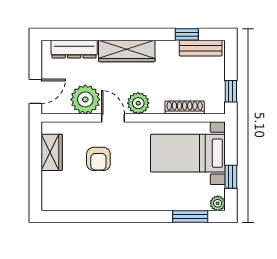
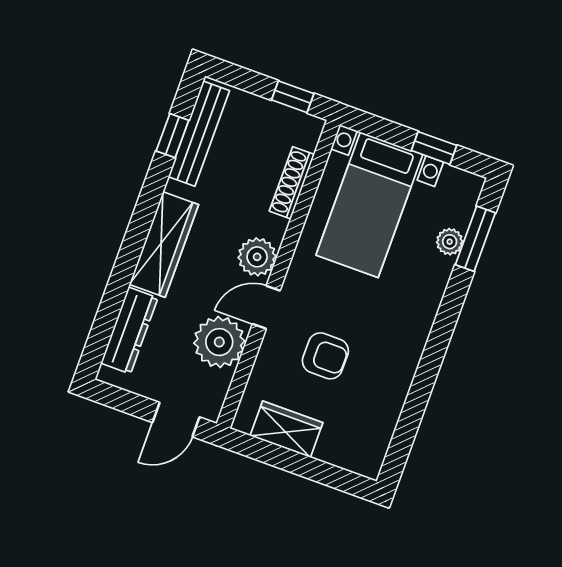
bench: (201, 48) -> (199, 134), width x1.36
door: (35, 91) -> (176, 420), swing flipped
plant: (218, 203) -> (450, 242), moved

